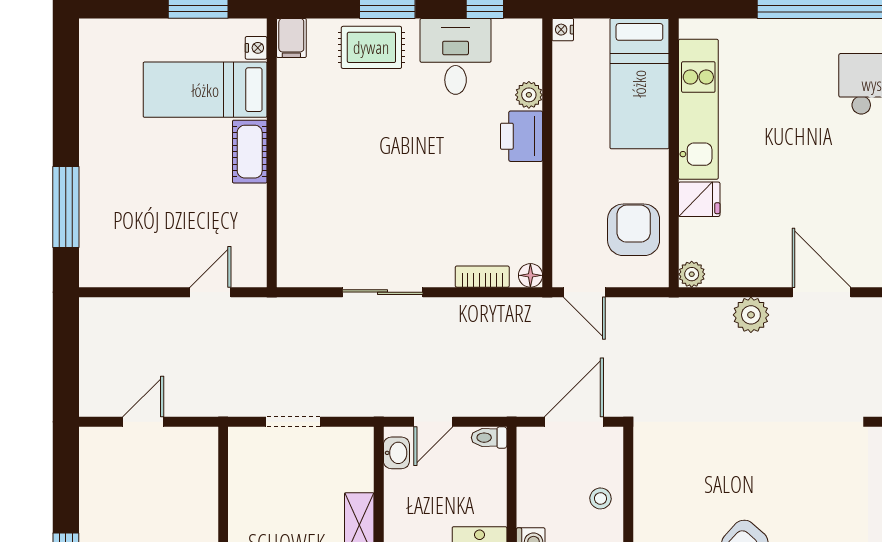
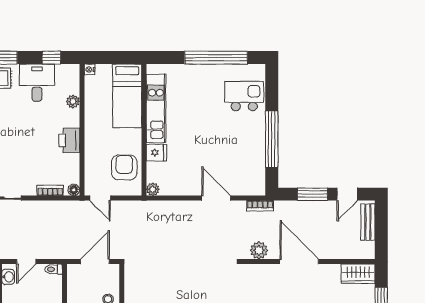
printer: (522, 136) -> (69, 140), moved
plant: (751, 315) -> (182, 209), removed

